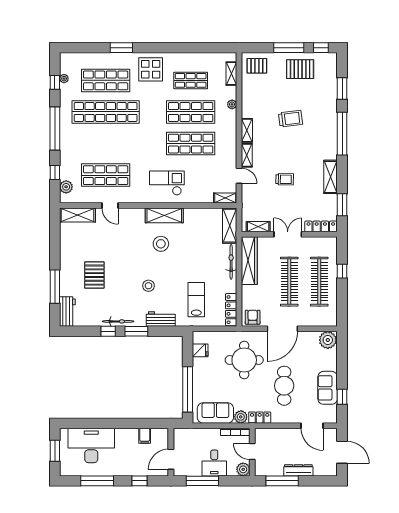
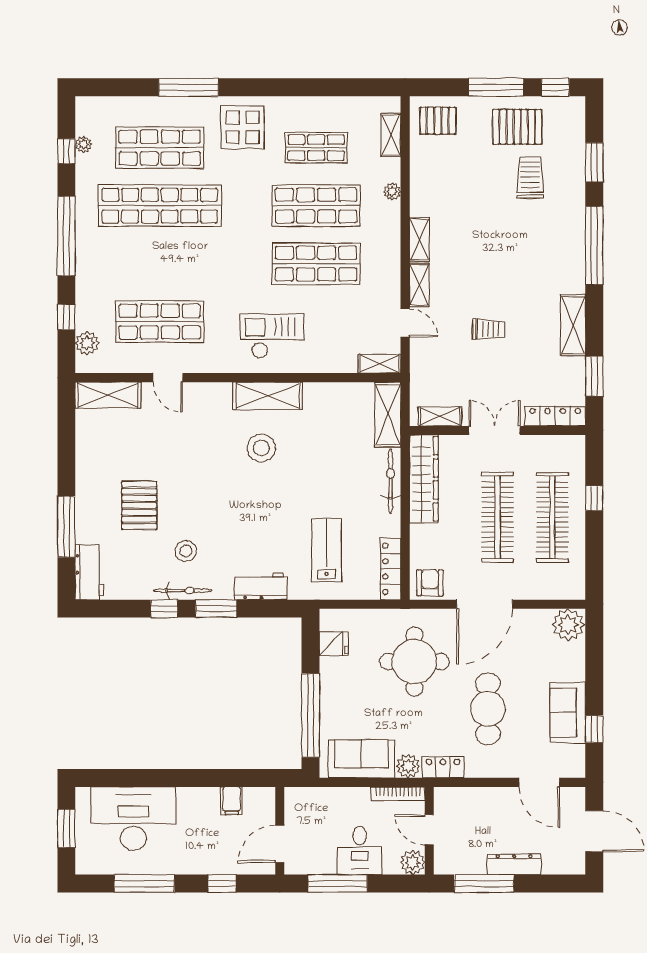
window: (121, 48) -> (189, 87), width x1.44
trolley: (290, 119) -> (530, 178), moved, turned -83
stool: (148, 286) -> (186, 551), moved

